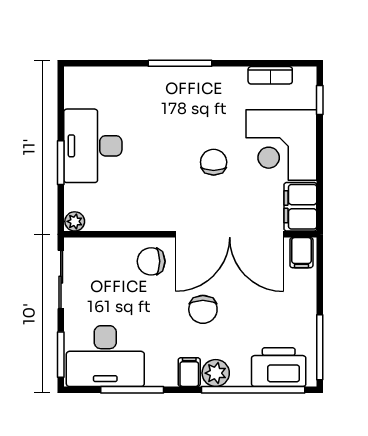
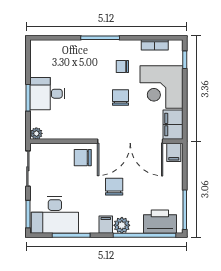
chair: (217, 111) -> (122, 66), added
desk: (93, 146) -> (47, 94), width x0.73
chair: (203, 309) -> (114, 187), turned 180

